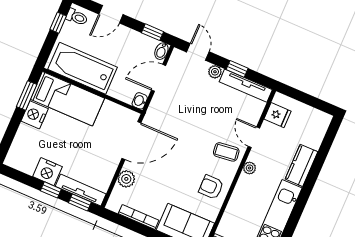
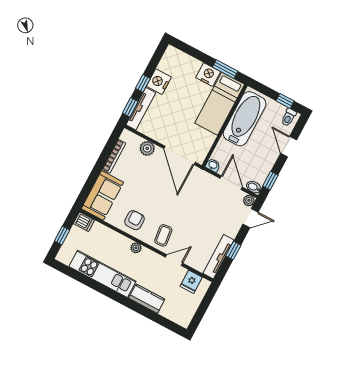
plant: (215, 72) -> (249, 200), moved
plant: (250, 168) -> (136, 248), moved

